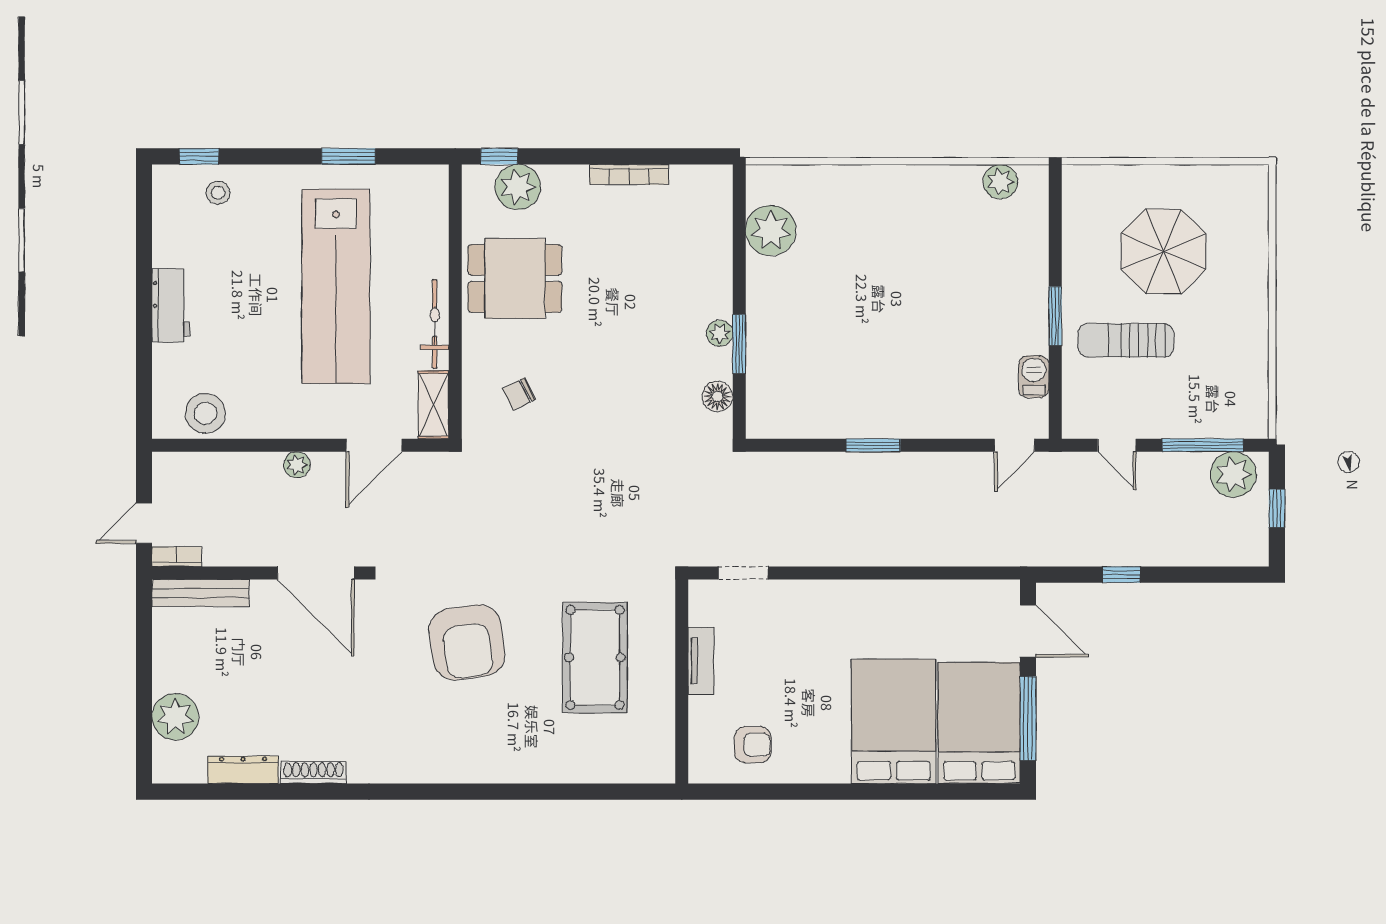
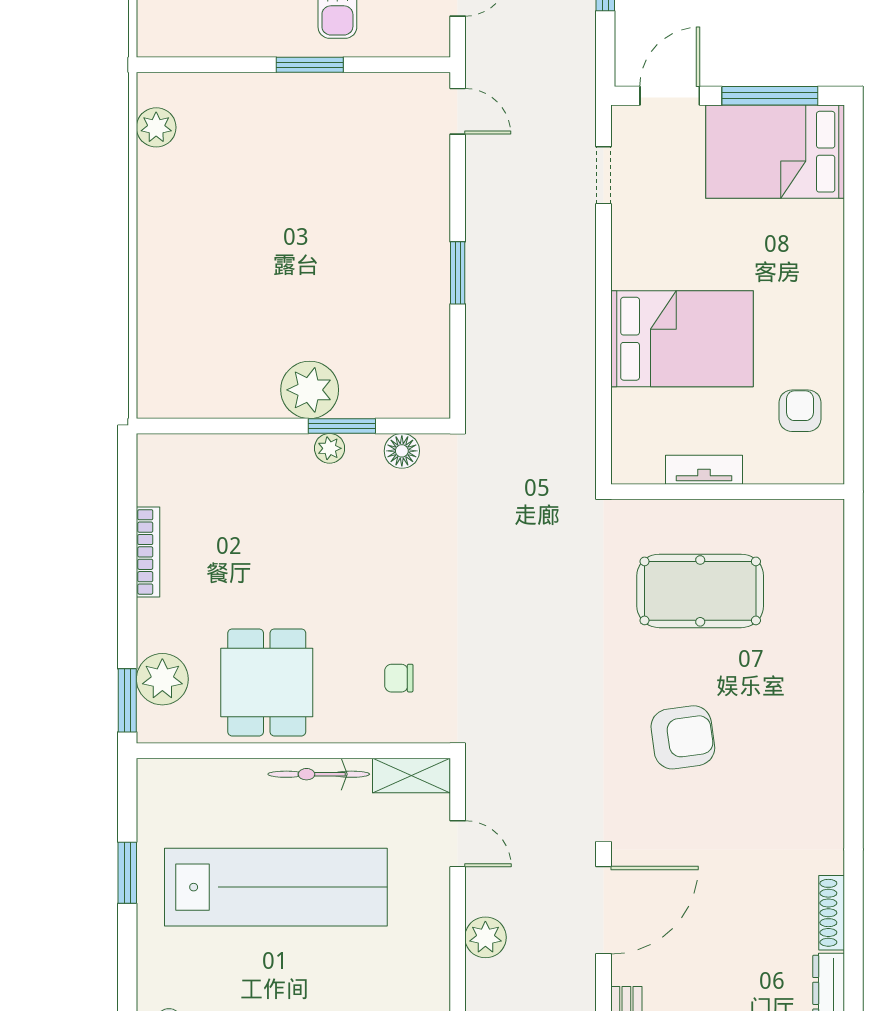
window: (499, 156) -> (127, 700), width x1.50
plant: (771, 231) -> (310, 390), moved
barbecue: (1034, 377) -> (379, 89), removed
chair: (519, 394) -> (399, 678), turned 117
door: (374, 445) -> (458, 844), width x0.73
plant: (297, 465) -> (485, 937), width x1.38, depth x1.38
doorway: (743, 573) -> (604, 175), moved
armchair: (467, 642) -> (683, 737), width x0.73, depth x0.73
bed: (894, 721) -> (682, 339), moved, turned 180

